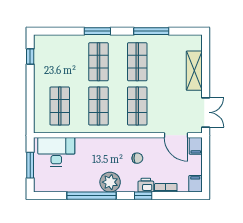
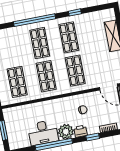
window: (97, 31) -> (35, 20), width x2.11
window: (151, 31) -> (75, 12), width x0.46
desk: (56, 152) -> (43, 133), moved, turned 180
printer: (146, 185) -> (80, 131), moved

